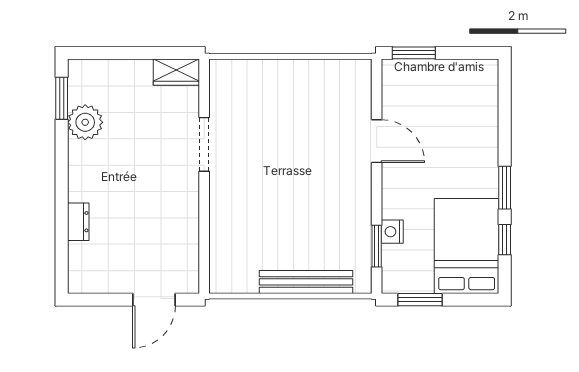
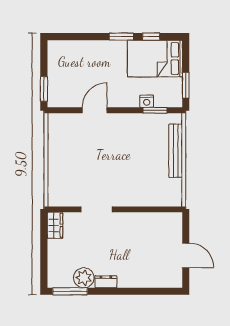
window: (62, 98) -> (70, 291), width x1.44
dresser: (78, 222) -> (106, 282), moved
door: (154, 300) -> (186, 255), moved

